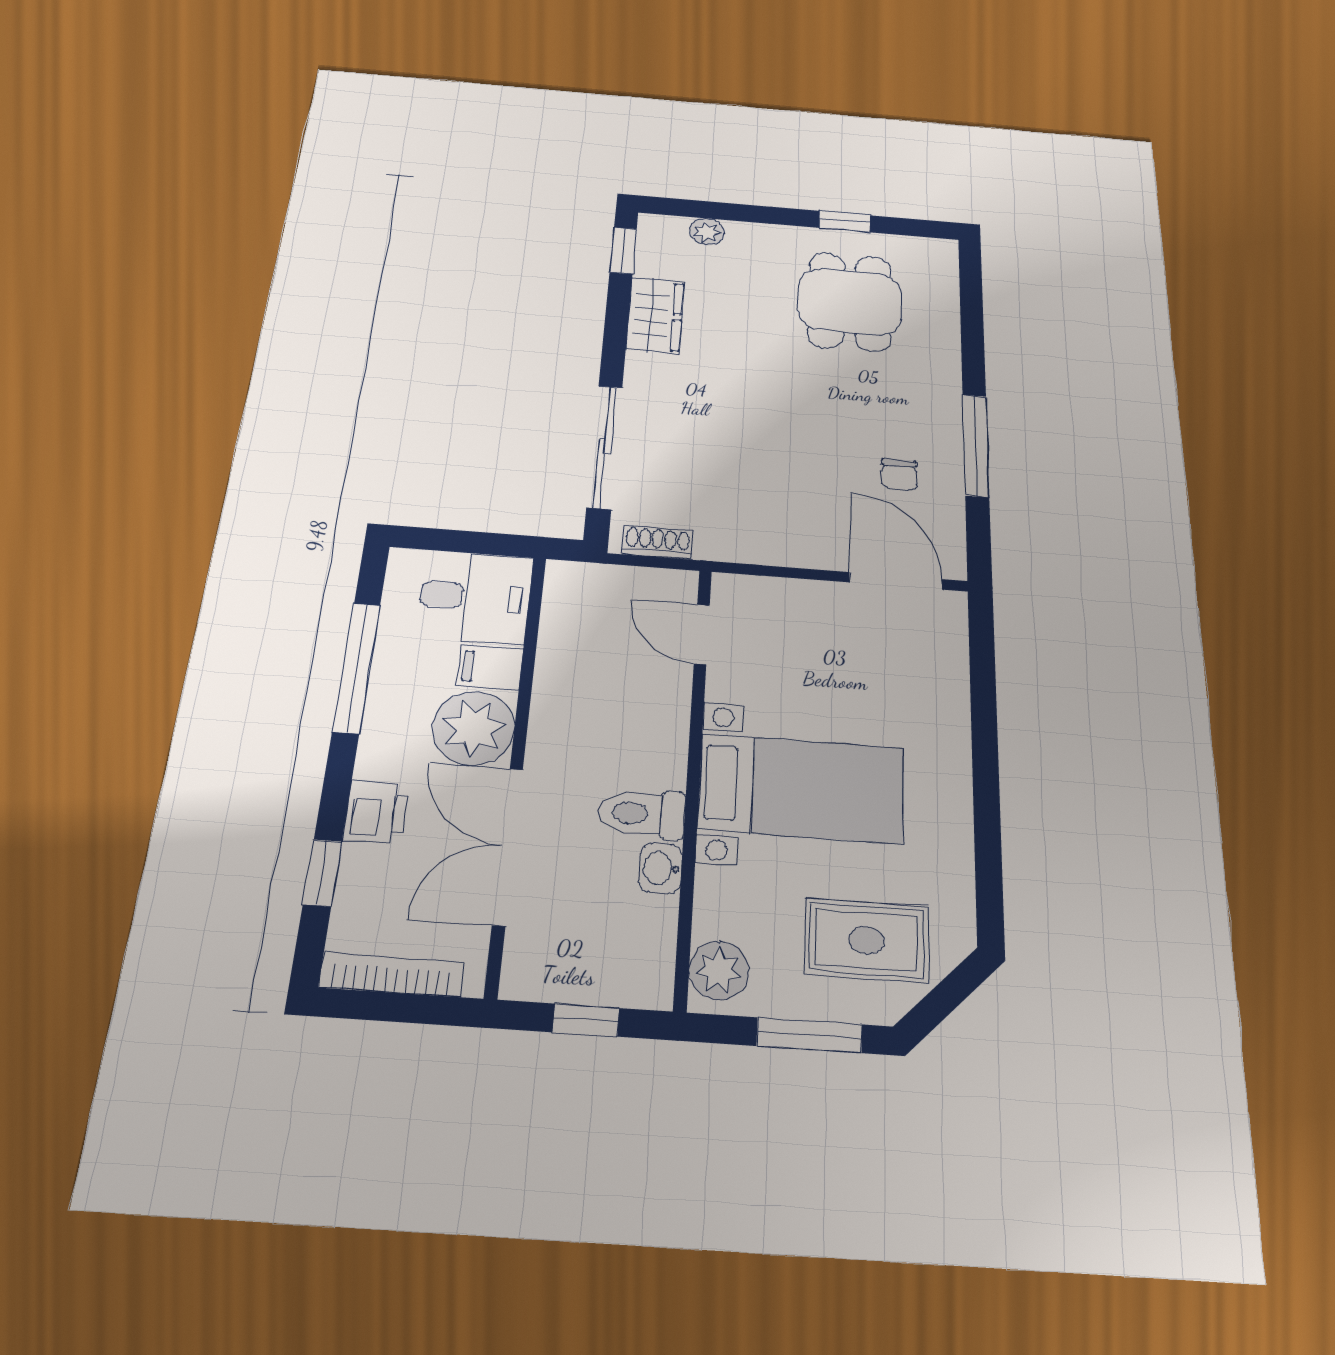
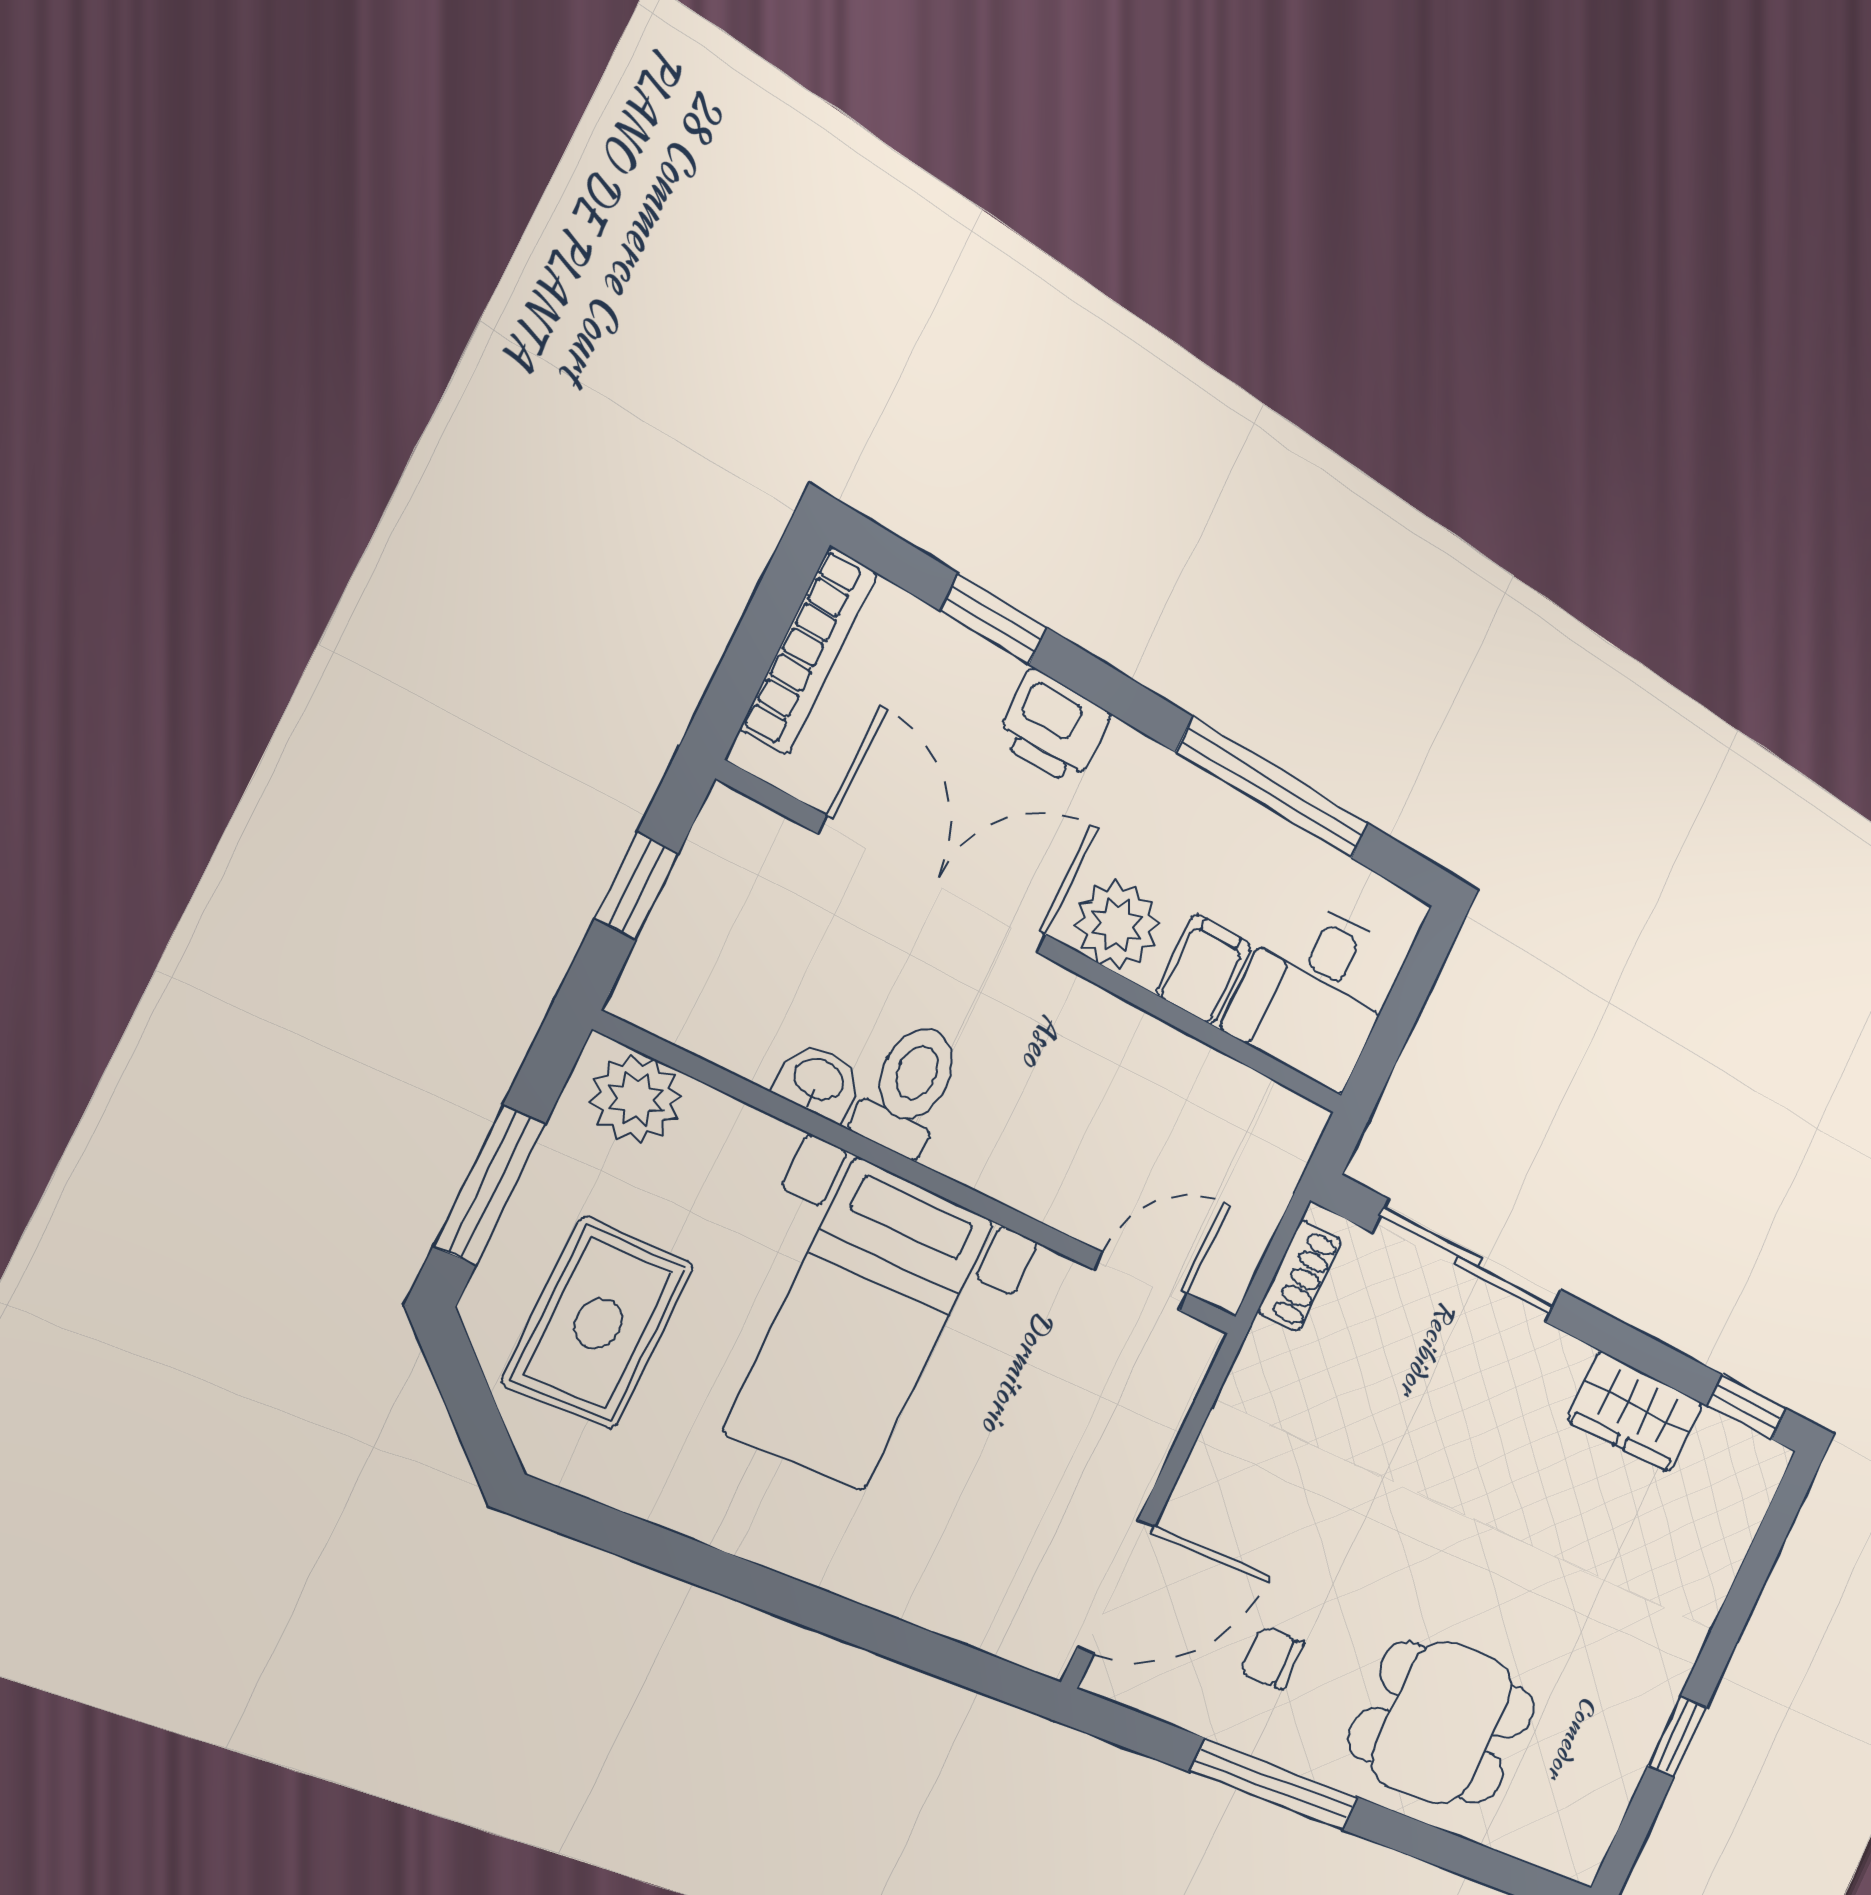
plant: (707, 232) -> (1732, 1536), removed
dining table: (850, 302) -> (1442, 1723), moved
plant: (474, 728) -> (1117, 925), width x0.73, depth x0.73

